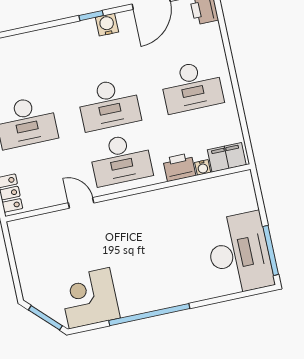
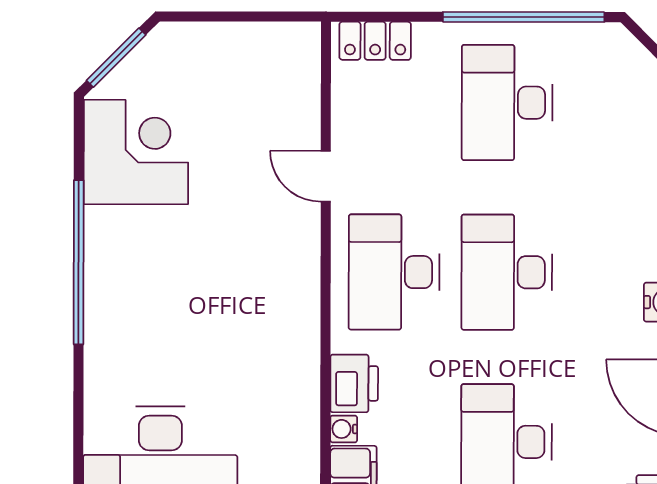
door: (81, 203) -> (326, 176), swing flipped

